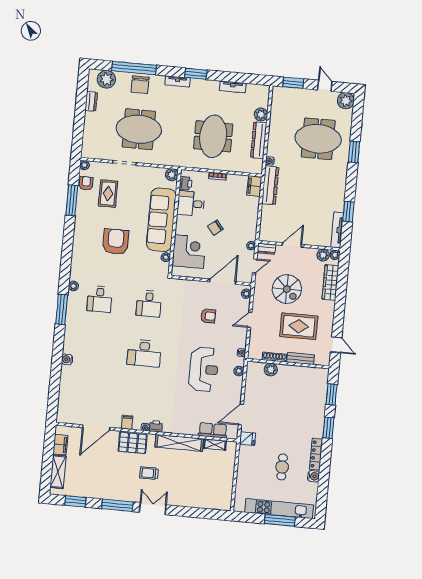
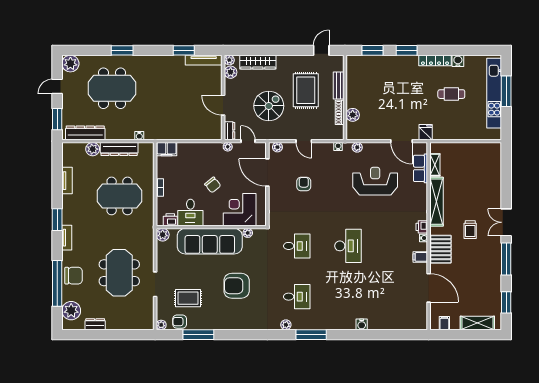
meeting table: (318, 139) -> (112, 88), turned 90
dresser: (270, 185) -> (85, 133), moved
reception desk: (204, 369) -> (375, 181), moved
filing cabinet: (60, 445) -> (444, 323), width x0.50

